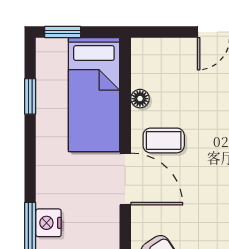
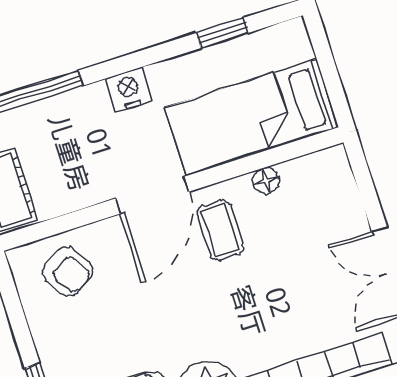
window: (63, 32) -> (322, 49), removed
nightstand: (48, 223) -> (129, 90), moved

